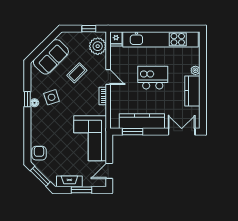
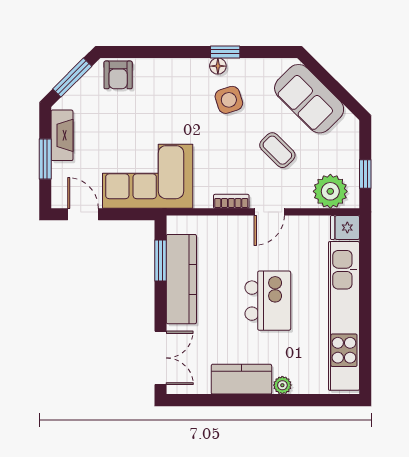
armchair: (39, 153) -> (118, 75), turned 90

